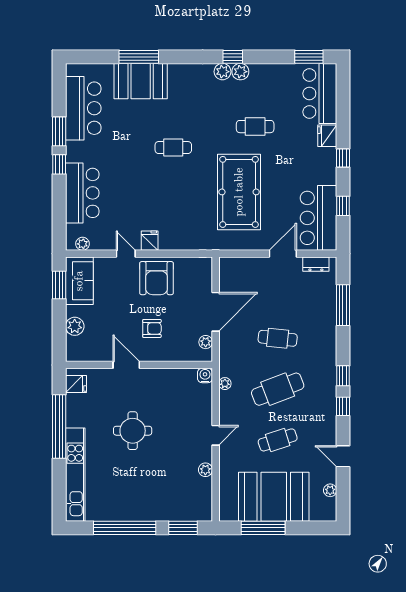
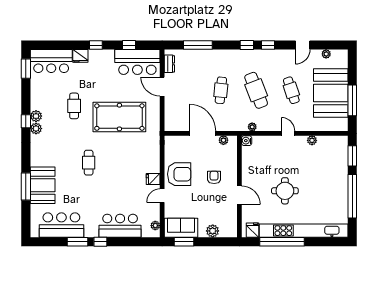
door: (126, 365) -> (239, 195), swing flipped
kitchen unit: (75, 475) -> (304, 231), width x1.36

